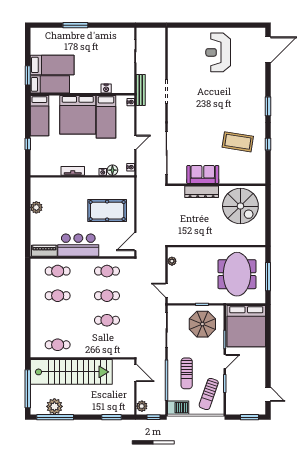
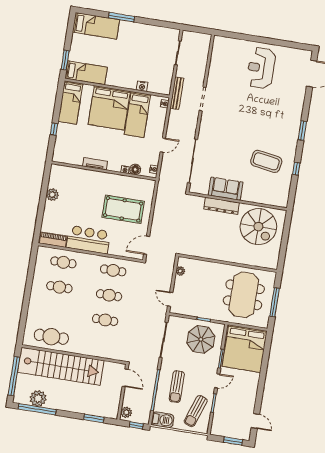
bed: (52, 65) -> (96, 26), moved
cafe table: (58, 345) -> (51, 337), width x1.37, depth x1.35

